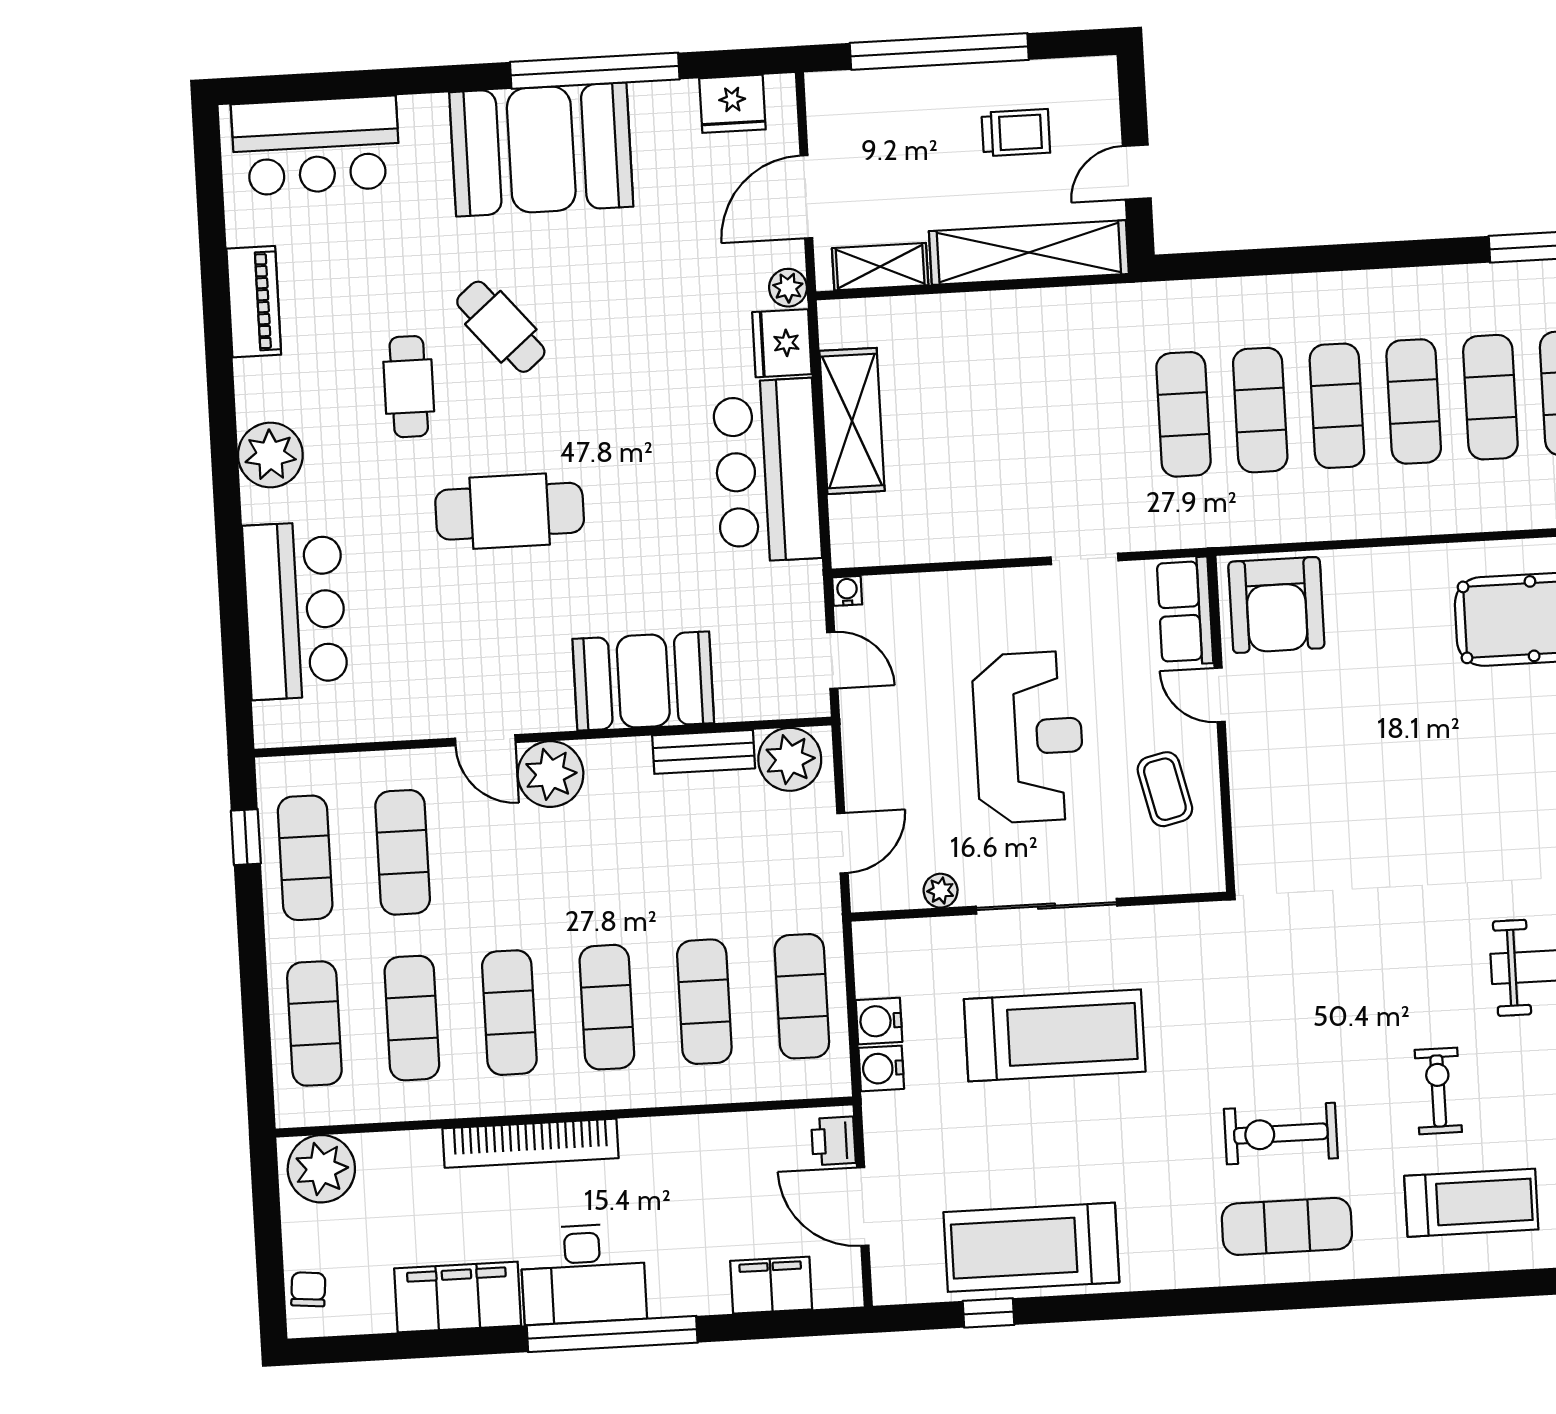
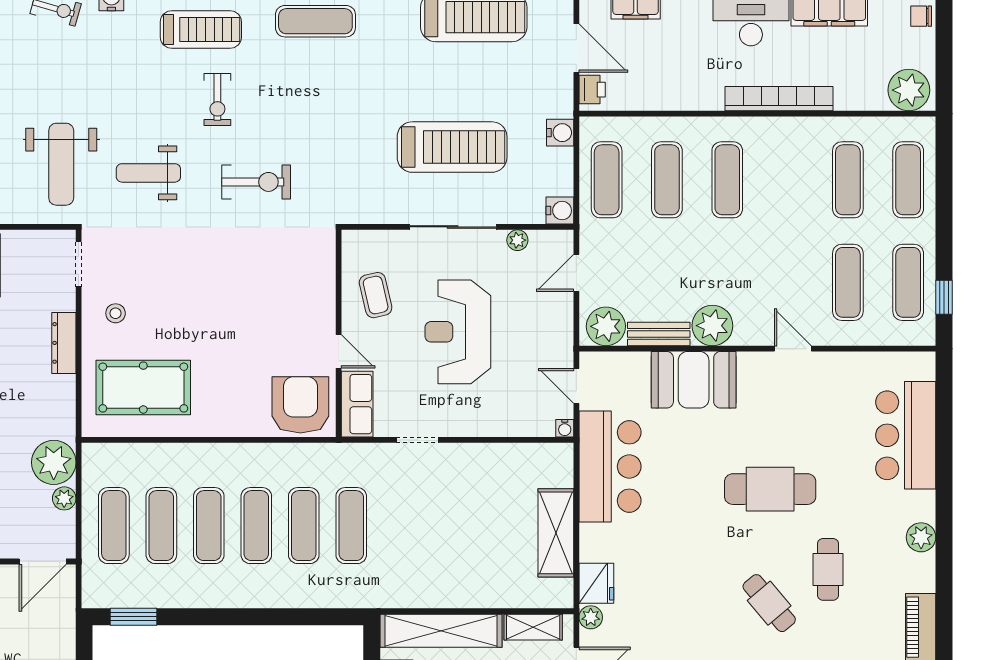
plant: (270, 455) -> (921, 537), width x0.73, depth x0.73
bar counter: (767, 471) -> (610, 466), moved
plant: (551, 774) -> (712, 326), moved
exercise mat: (509, 1013) -> (788, 180), removed
water cooler: (879, 1021) -> (560, 211), moved
treadmill: (1055, 1035) -> (452, 147), turned 180
exercise bike: (1281, 1134) -> (256, 182), moved
treadmill: (1471, 1203) -> (201, 29), turned 180
chair: (308, 1289) -> (921, 16), turned 85

